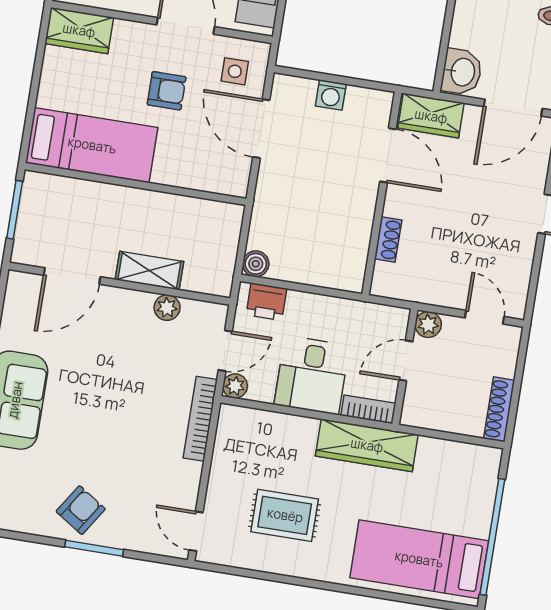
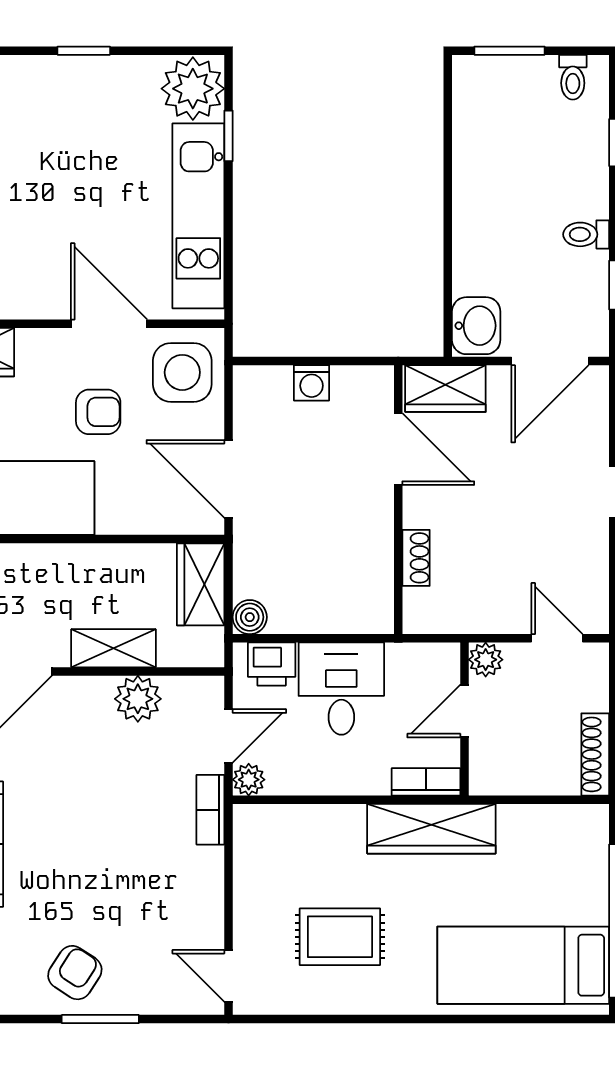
side table: (235, 71) -> (182, 372), width x1.87, depth x1.87
door: (261, 129) -> (229, 479), moved
wardrobe: (223, 233) -> (201, 584), added
plant: (167, 308) -> (138, 699), width x1.38, depth x1.38
desk: (312, 375) -> (341, 689), moved, turned 180
bookcase: (200, 419) -> (210, 810), width x0.64

